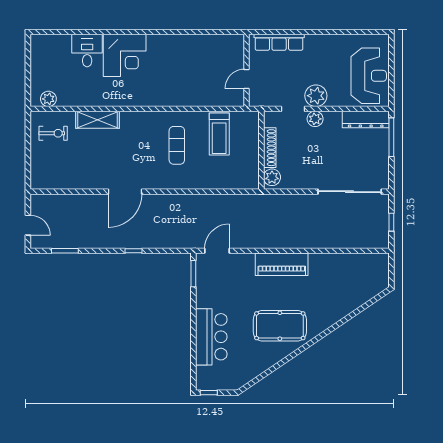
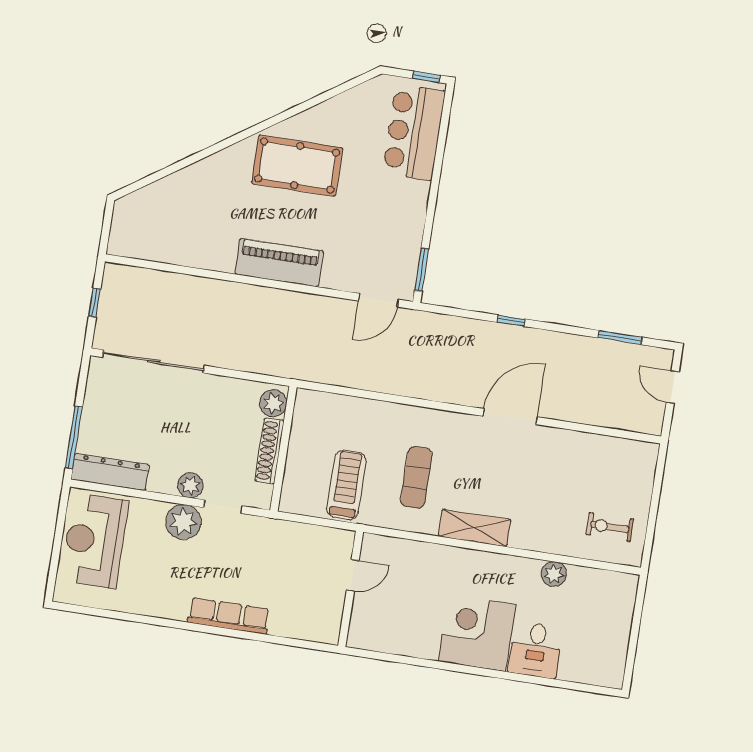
wall: (247, 70) -> (351, 589), moved
door: (247, 79) -> (353, 575), moved
plant: (48, 99) -> (554, 574), moved
shelving: (98, 120) -> (474, 528), moved
bar counter: (211, 337) -> (414, 132), moved

